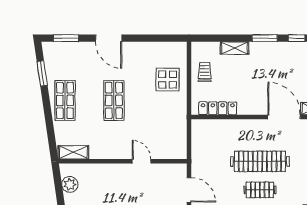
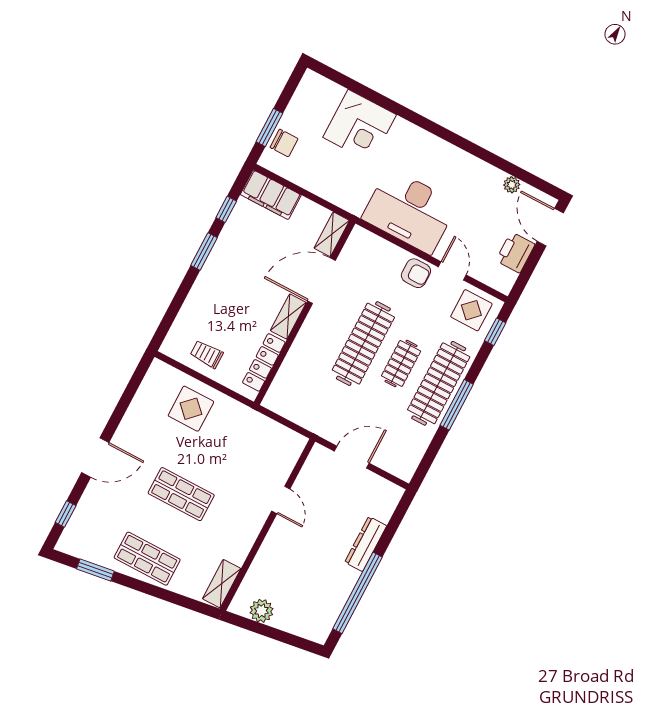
window: (66, 38) -> (66, 514), width x0.67
shelving: (235, 48) -> (288, 317), moved
door: (141, 161) -> (281, 500), swing flipped

